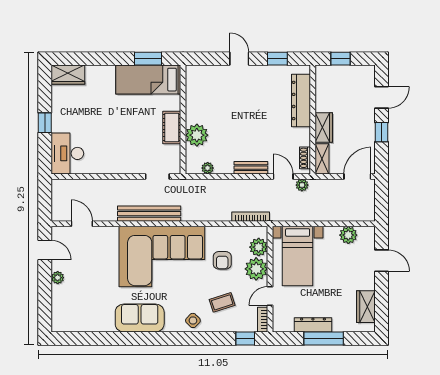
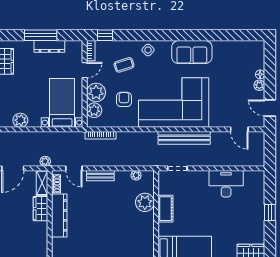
dresser: (301, 100) -> (59, 215), moved
desk: (67, 153) -> (226, 184), moved, turned -90
plant: (302, 185) -> (45, 161), moved
floor lamp: (57, 291) -> (260, 74), added

